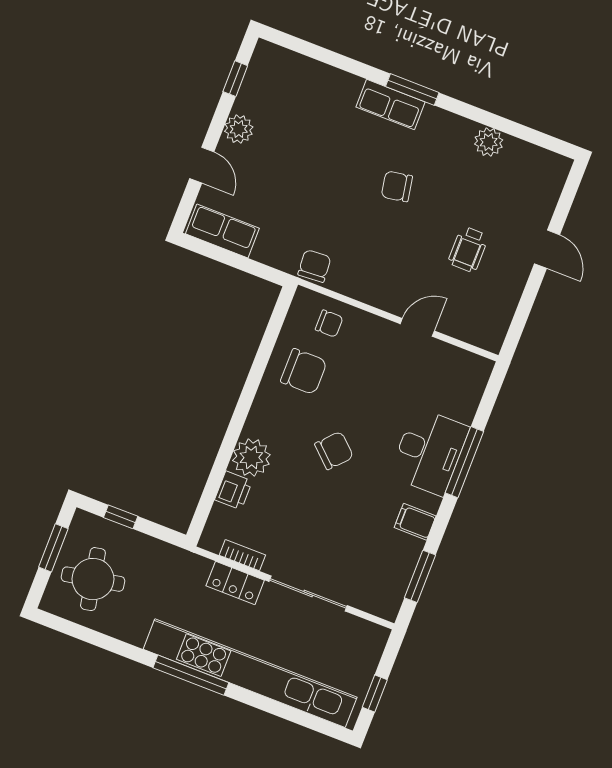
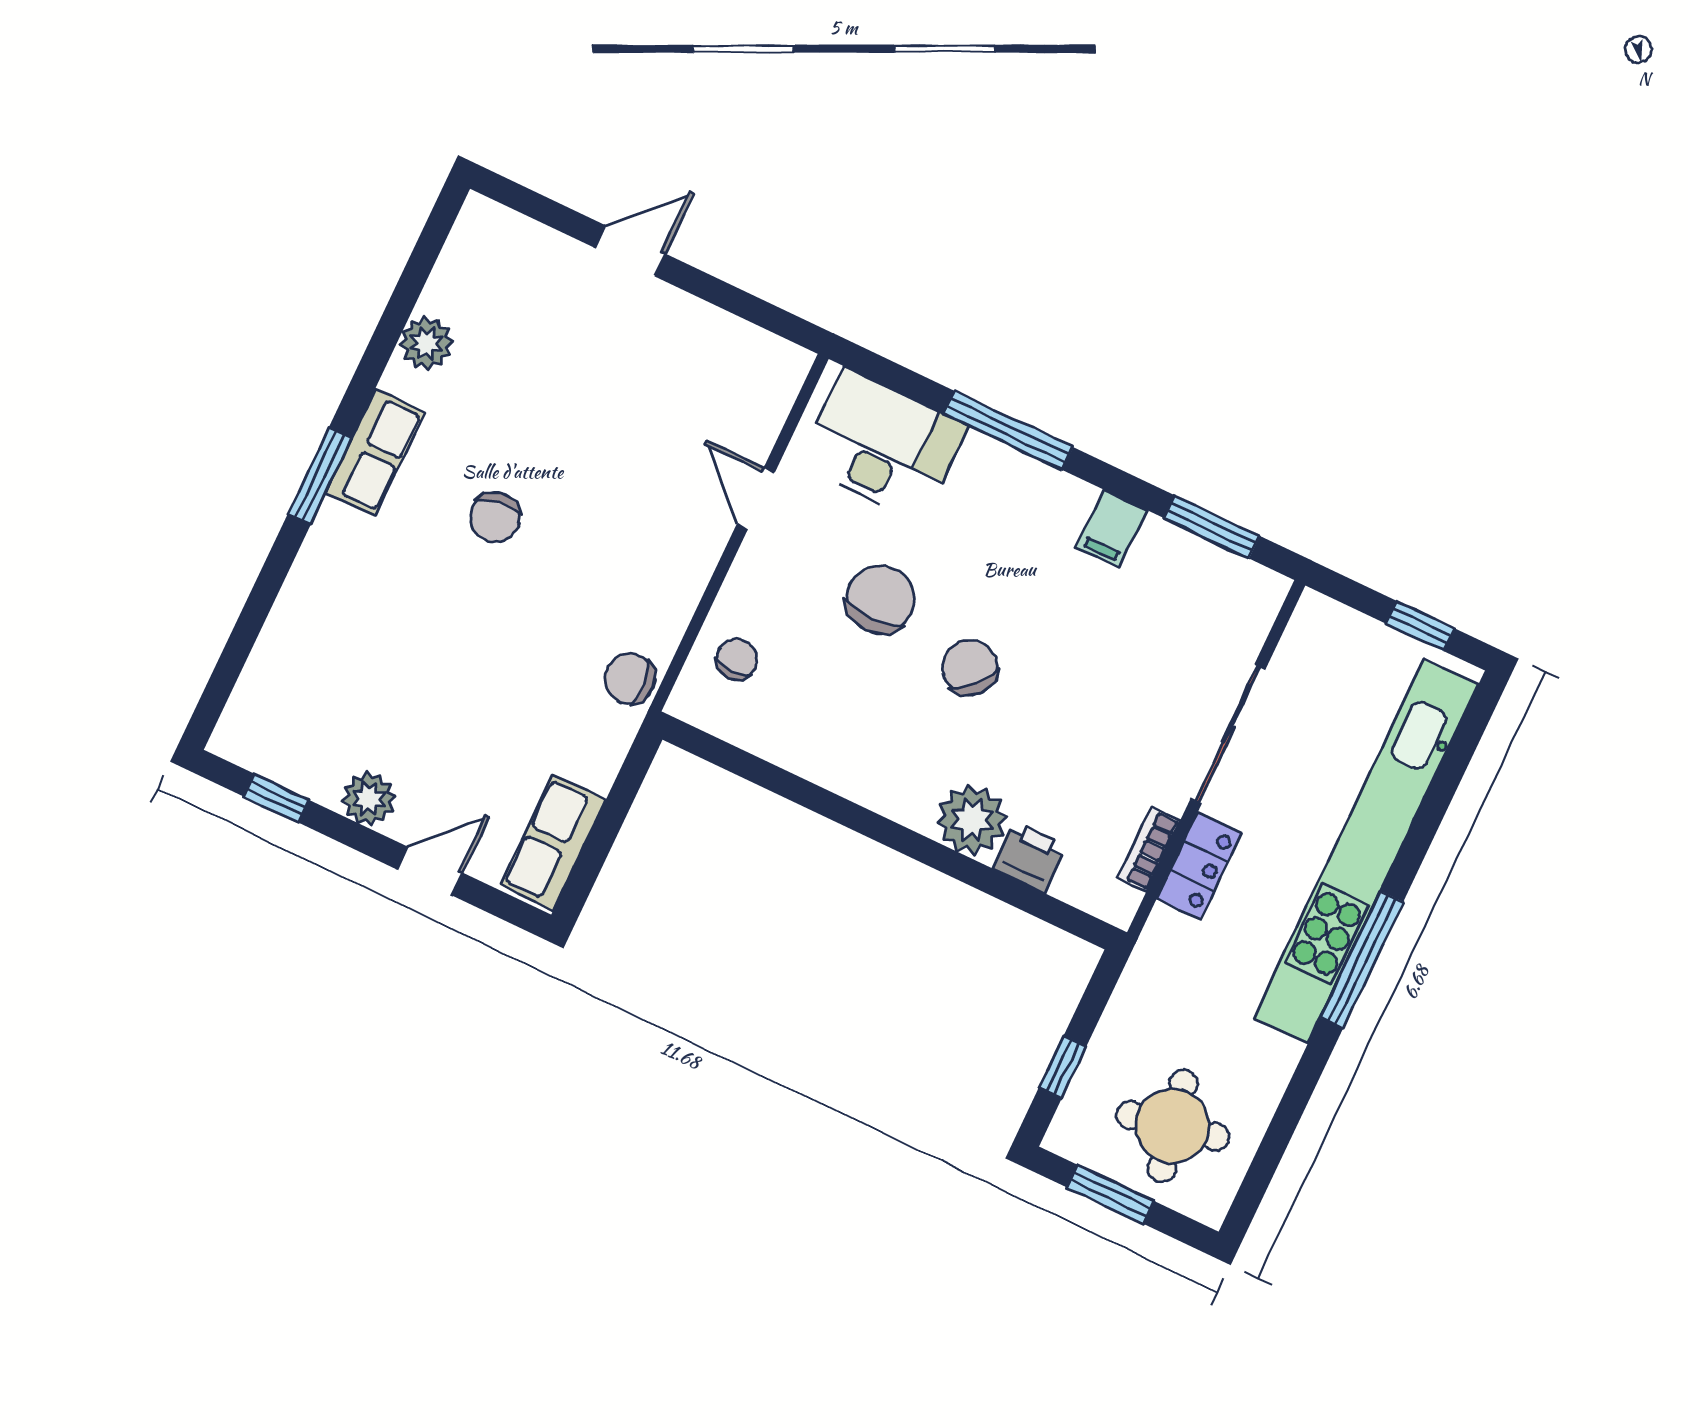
row of seats: (390, 104) -> (375, 452), moved
wheelchair: (468, 249) -> (620, 395), removed
chair: (304, 372) -> (880, 599), moved
desk: (429, 452) -> (883, 445), moved

